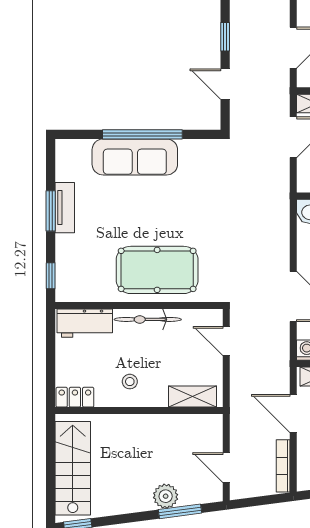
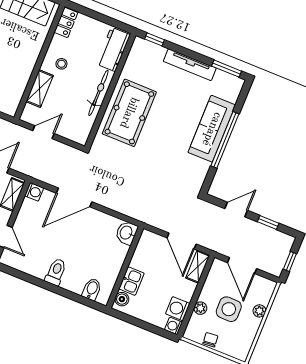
tv unit: (65, 208) -> (190, 65), width x1.41
window: (51, 211) -> (227, 69), moved
door: (226, 341) -> (43, 132), moved
shelving: (192, 396) -> (40, 89), moved

